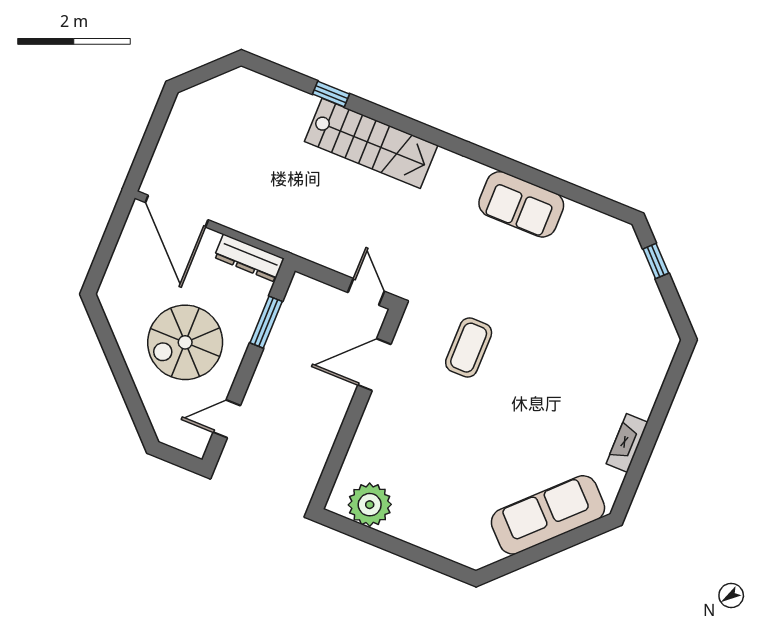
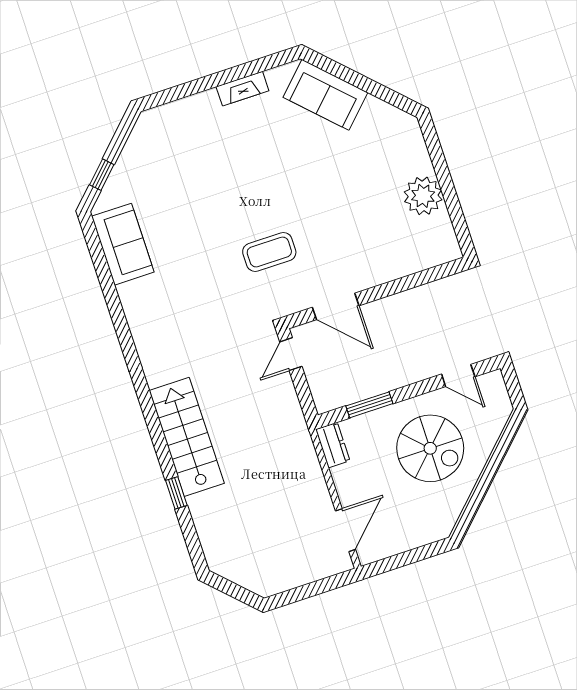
sofa: (521, 204) -> (123, 244), moved
door: (177, 211) -> (346, 530), width x0.73
dresser: (249, 258) -> (333, 445), width x0.70
plant: (370, 505) -> (423, 196), moved
sofa: (548, 515) -> (325, 95), width x0.73

